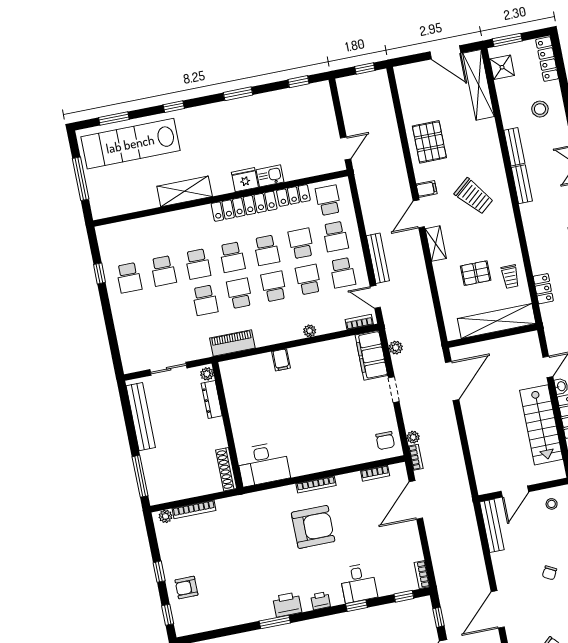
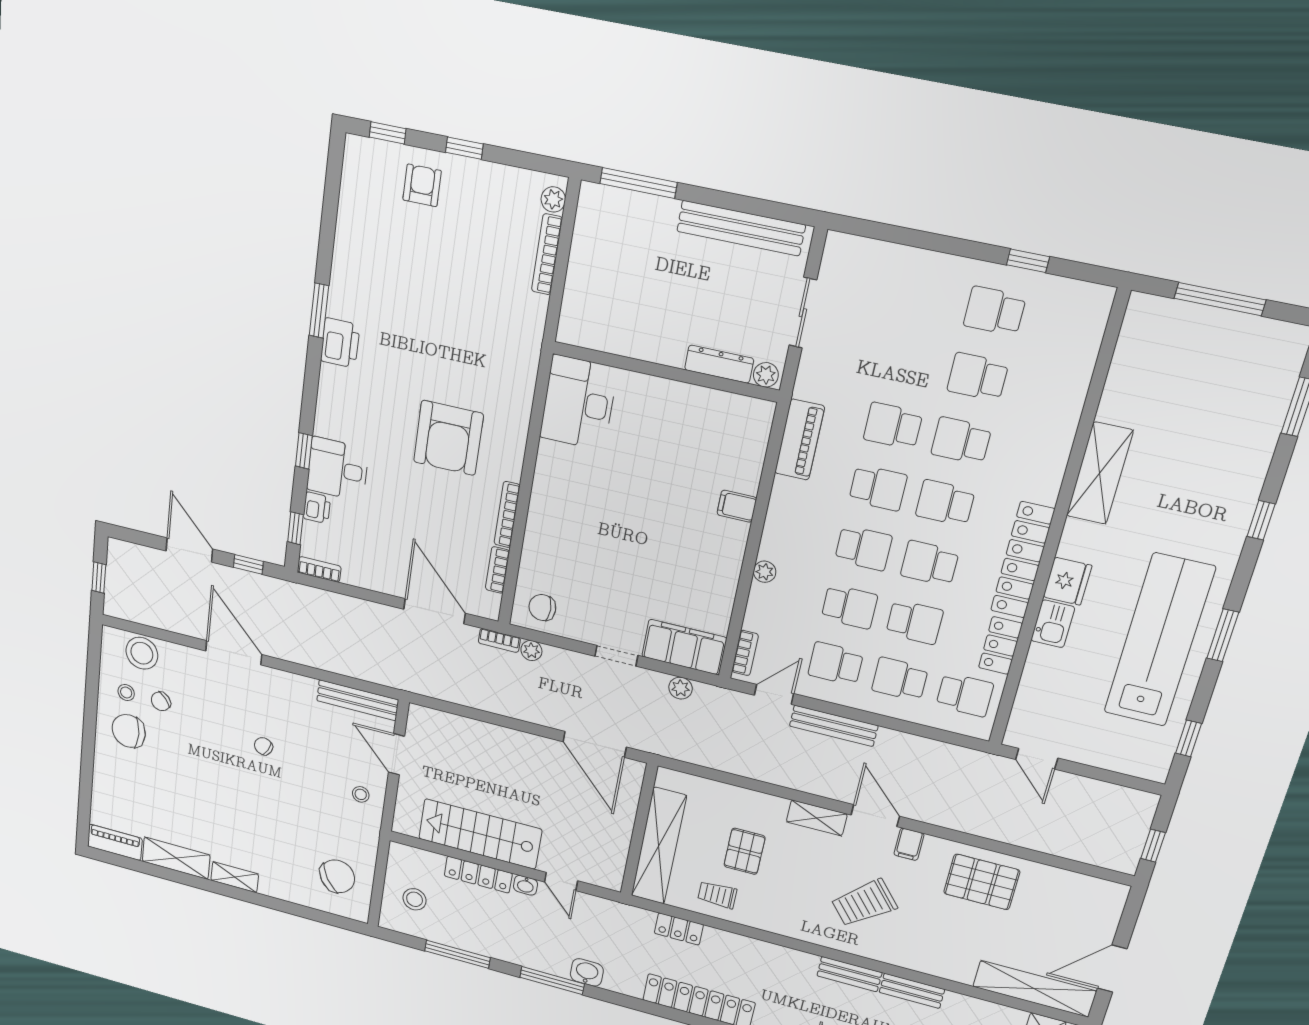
lab bench: (130, 144) -> (1159, 640), moved
shoe rack: (226, 469) -> (593, 338), removed
bookcase: (316, 485) -> (507, 515), moved
printer: (321, 601) -> (317, 508), moved

